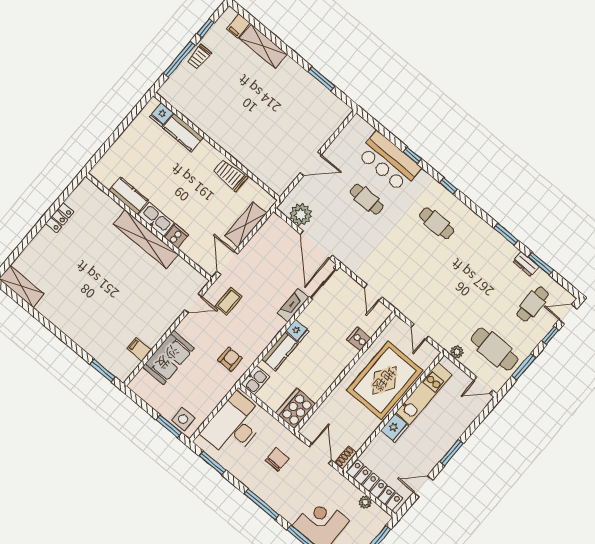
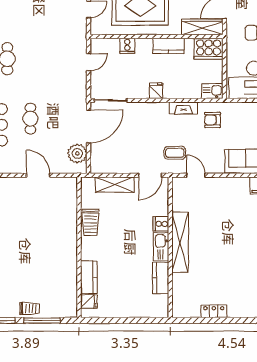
fireplace: (293, 305) -> (183, 108), moved
kitchen counter: (280, 351) -> (169, 46), moved, turned 180
wardrobe: (320, 419) -> (202, 27), added

